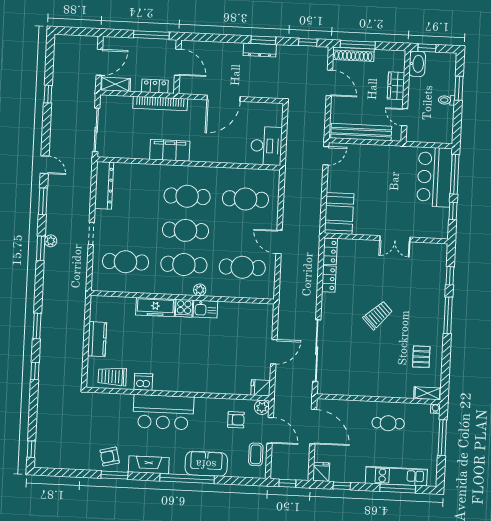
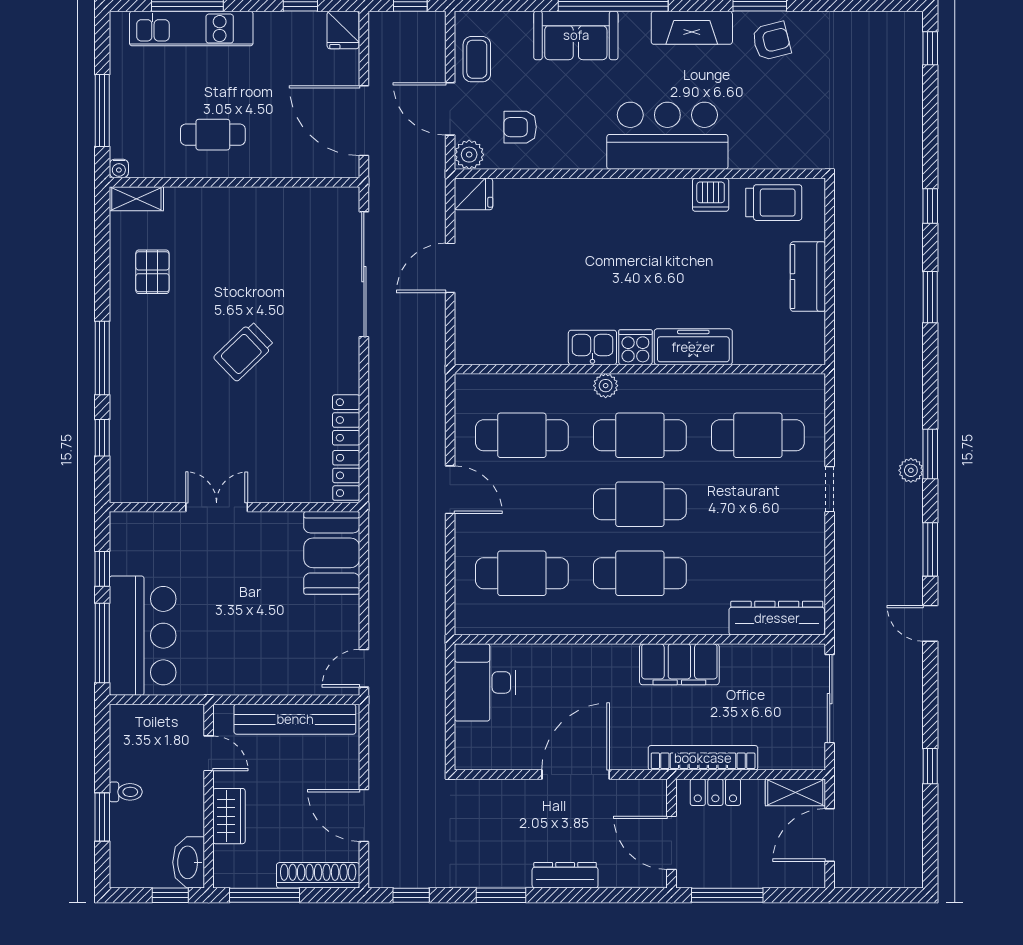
window: (358, 45) -> (264, 895), moved
dresser: (260, 50) -> (565, 875), moved
dresser: (104, 185) -> (777, 618), moved, turned 90

